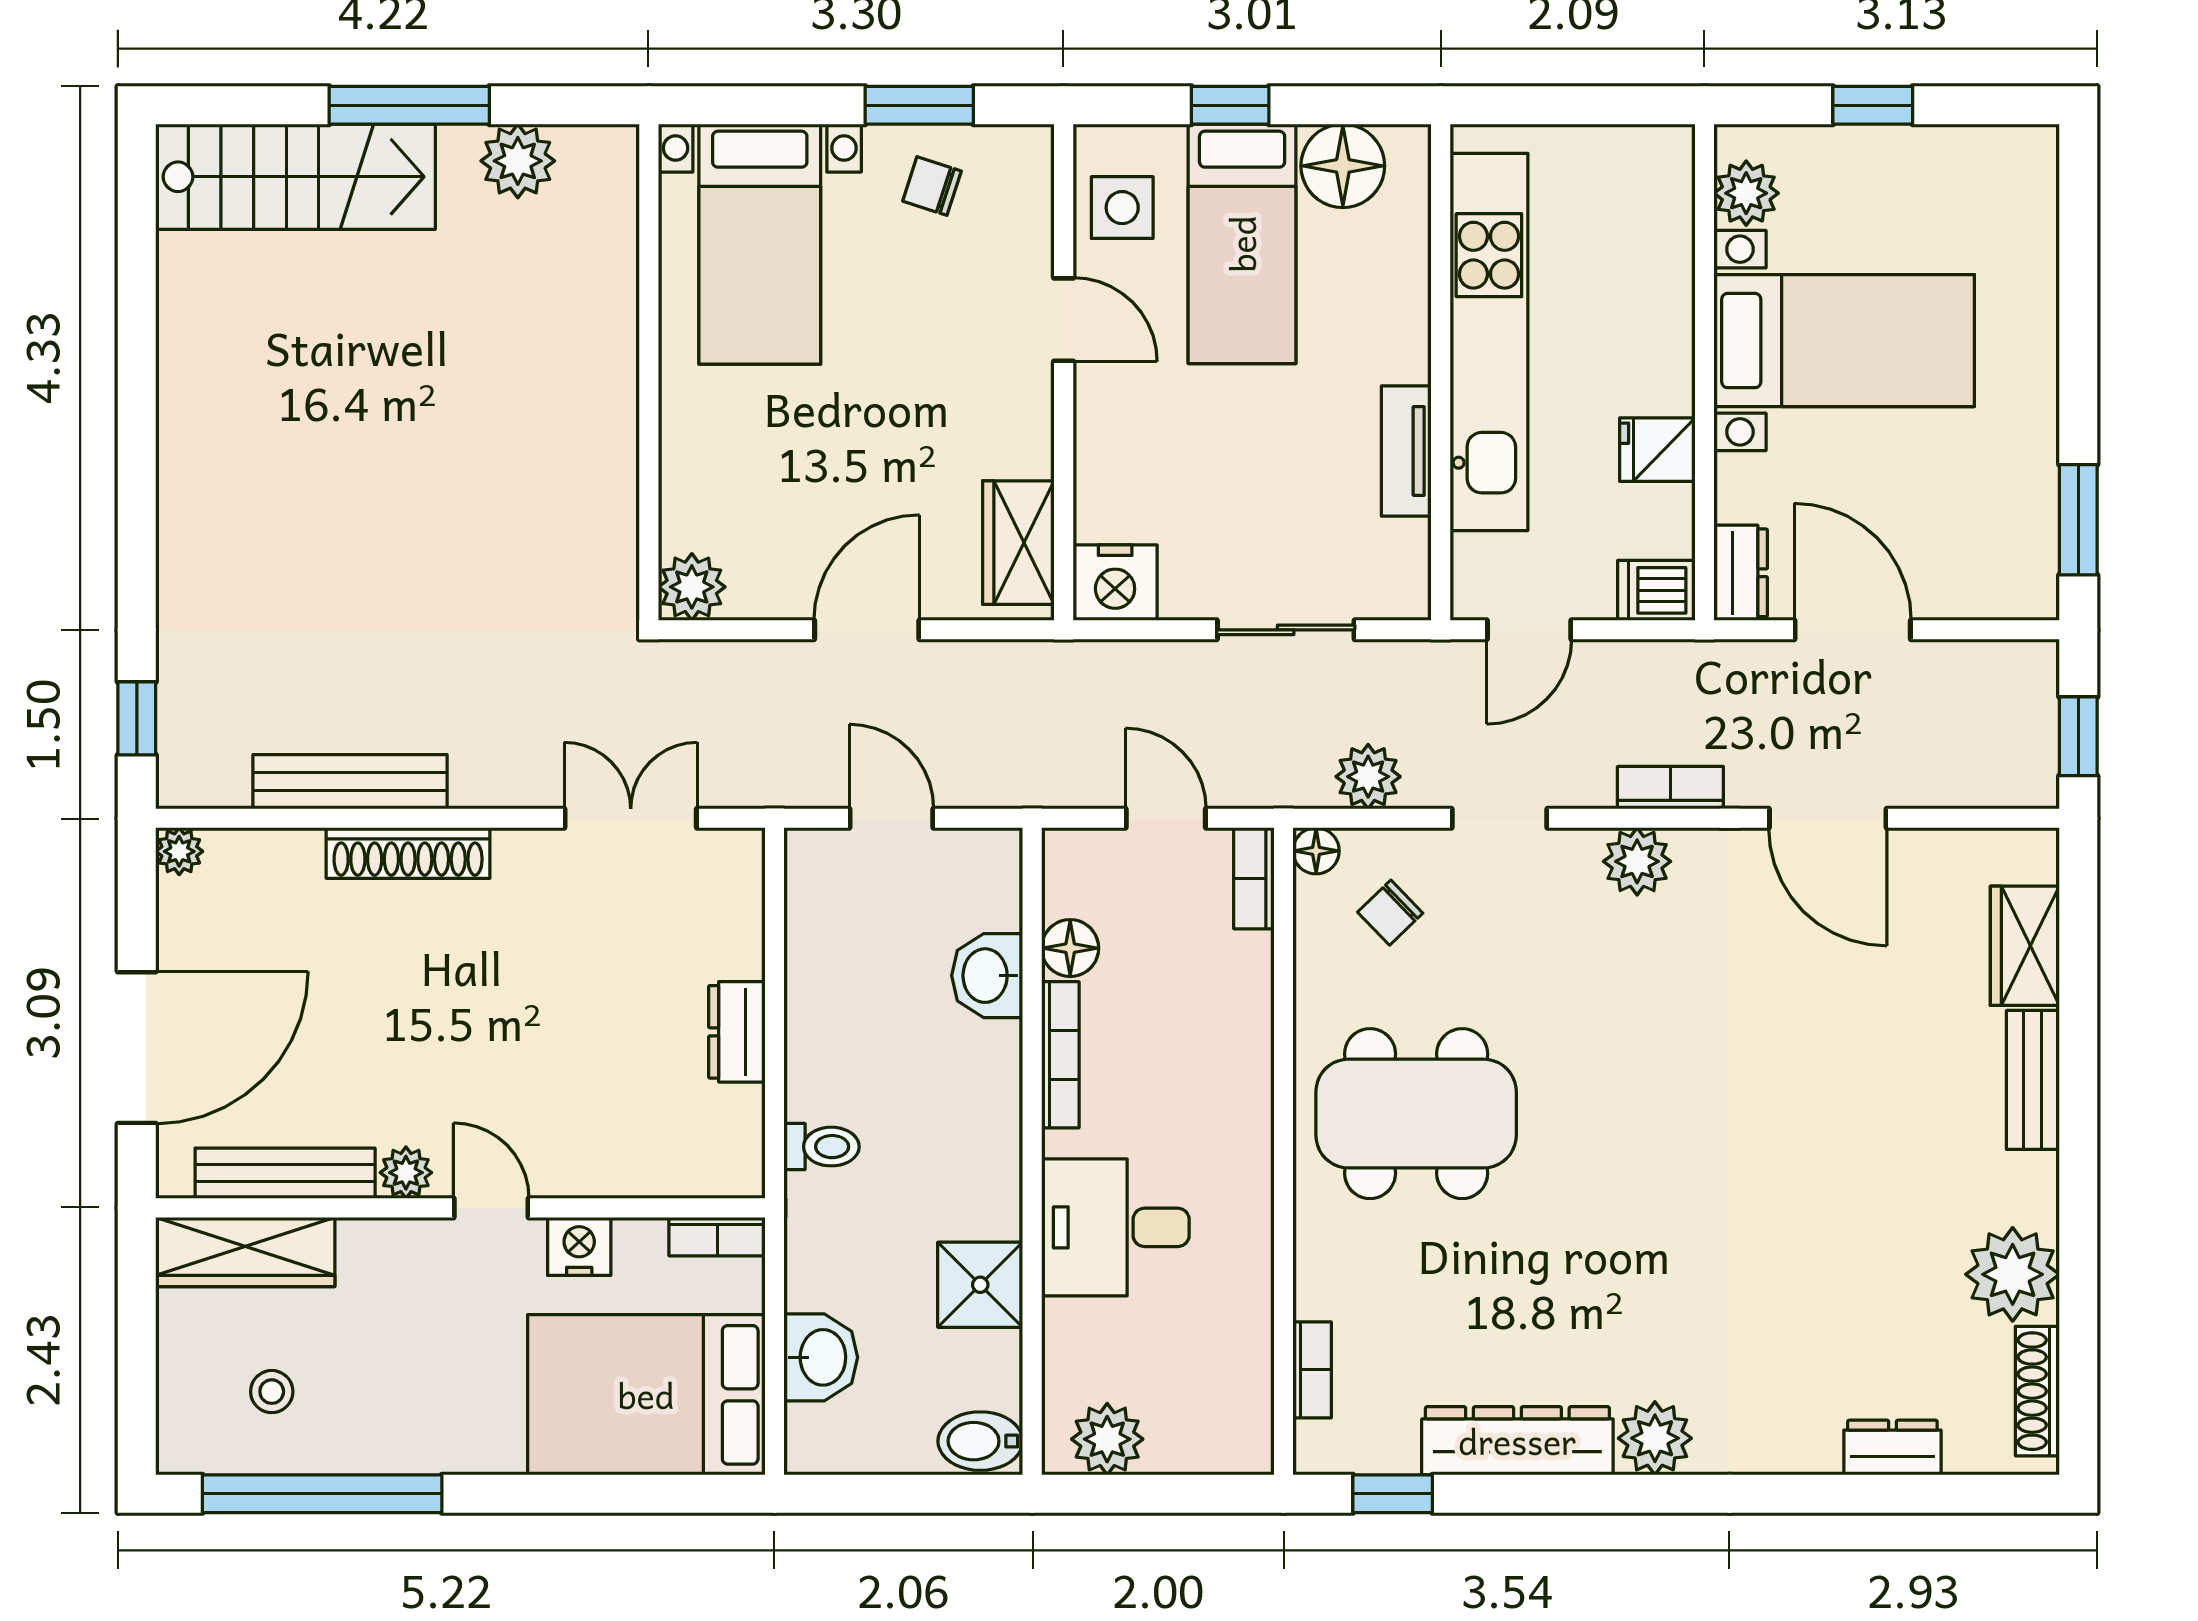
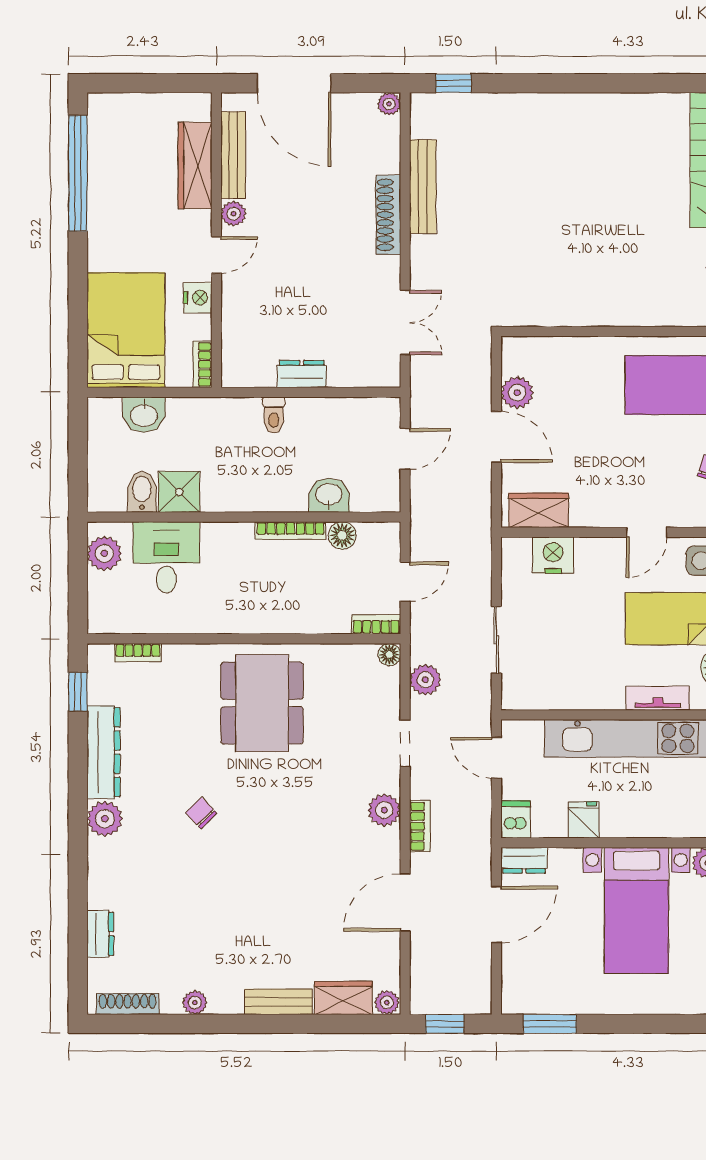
tv unit: (1406, 451) -> (658, 698), moved
nightstand: (1115, 583) -> (553, 555), moved, turned 90
plant: (692, 587) -> (517, 393), moved
plant: (2034, 856) -> (387, 1003), added
chair: (1390, 913) -> (201, 813), moved
toilet: (822, 1147) -> (274, 415), moved
desk: (1115, 1227) -> (166, 557), moved
wardrobe: (245, 1252) -> (195, 166), moved
plant: (2013, 1274) -> (195, 1003), width x0.53, depth x0.53
stool: (272, 1392) -> (127, 149), removed
bidet: (980, 1441) -> (142, 492), moved

